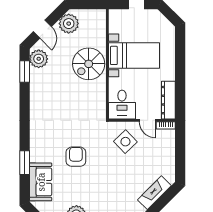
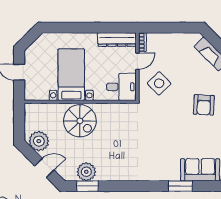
plant: (39, 59) -> (86, 172), moved
armchair: (76, 157) -> (204, 105), moved, turned -87

